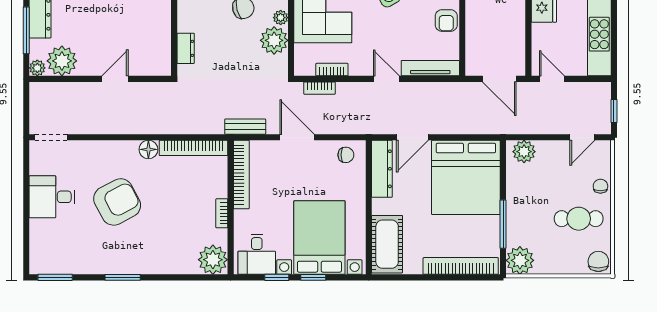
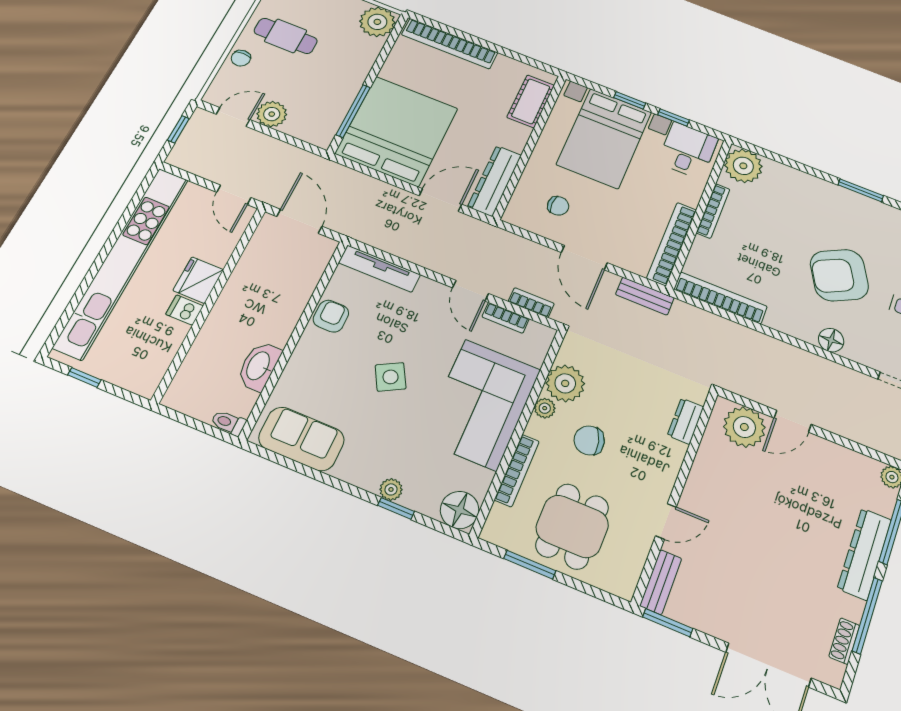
plant: (62, 61) -> (744, 427), moved
door: (386, 79) -> (470, 291), moved
floor lamp: (148, 149) -> (831, 340), moved
plant: (524, 152) -> (272, 114), moved
chair: (346, 155) -> (558, 206), moved, turned 180
bookcase: (222, 213) -> (713, 211), width x1.56
window: (503, 224) -> (353, 111), moved
cot: (387, 244) -> (531, 101), width x0.73, depth x0.75

